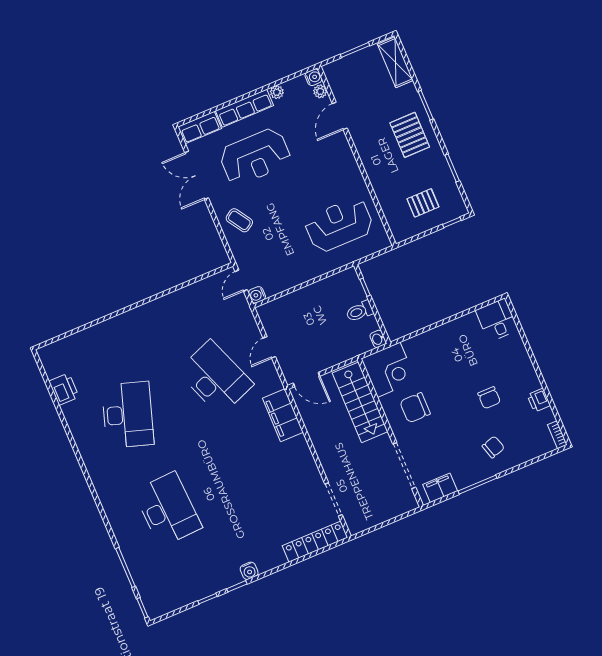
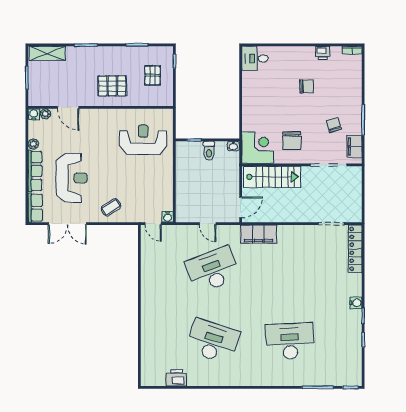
pallet: (410, 135) -> (112, 86), moved
reception desk: (339, 225) -> (143, 140), turned 90
chair: (493, 447) -> (334, 125), moved

